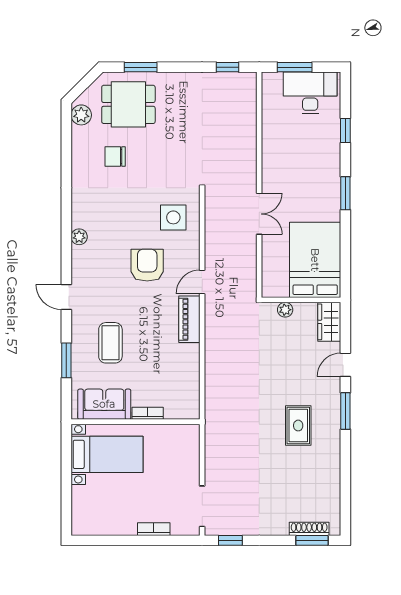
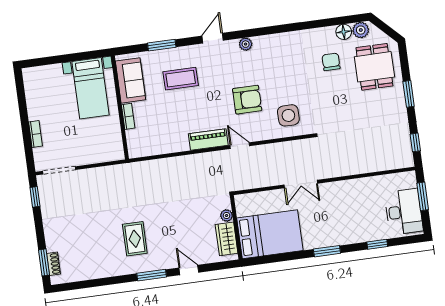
window: (141, 67) -> (409, 94), moved
floor lamp: (81, 136) -> (344, 32), added
plant: (79, 237) -> (246, 44), moved
wardrobe: (329, 322) -> (227, 239), moved, turned -90
rug: (298, 426) -> (135, 239), turned 90
shoe rack: (309, 529) -> (54, 264), width x0.70

